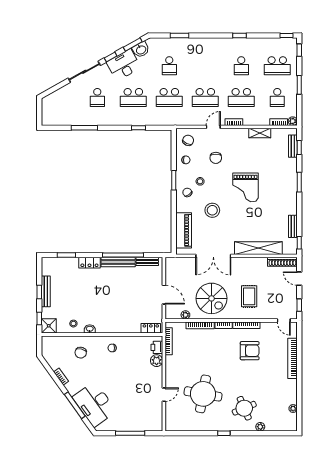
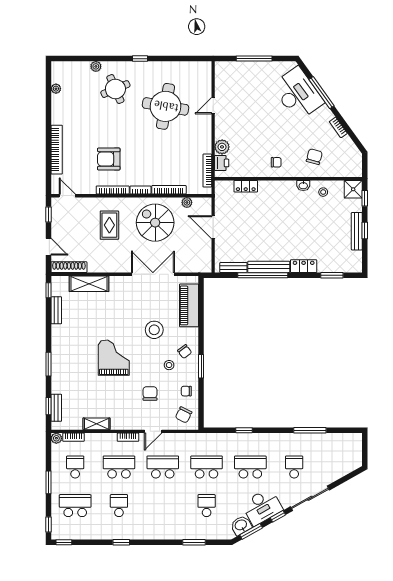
shelving: (258, 248) -> (89, 284), width x0.68
locker: (151, 328) -> (246, 186), moved

